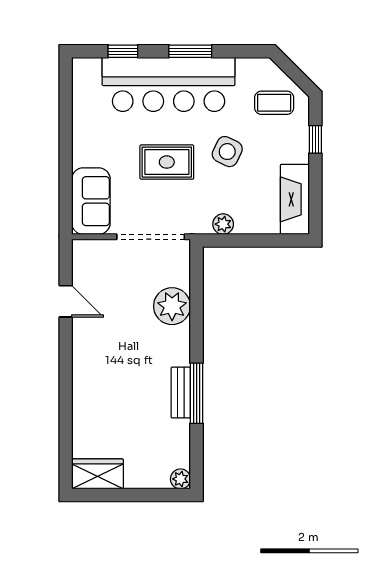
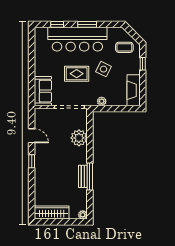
window: (66, 359) -> (32, 161), added
wardrobe: (98, 474) -> (52, 213), width x1.50

